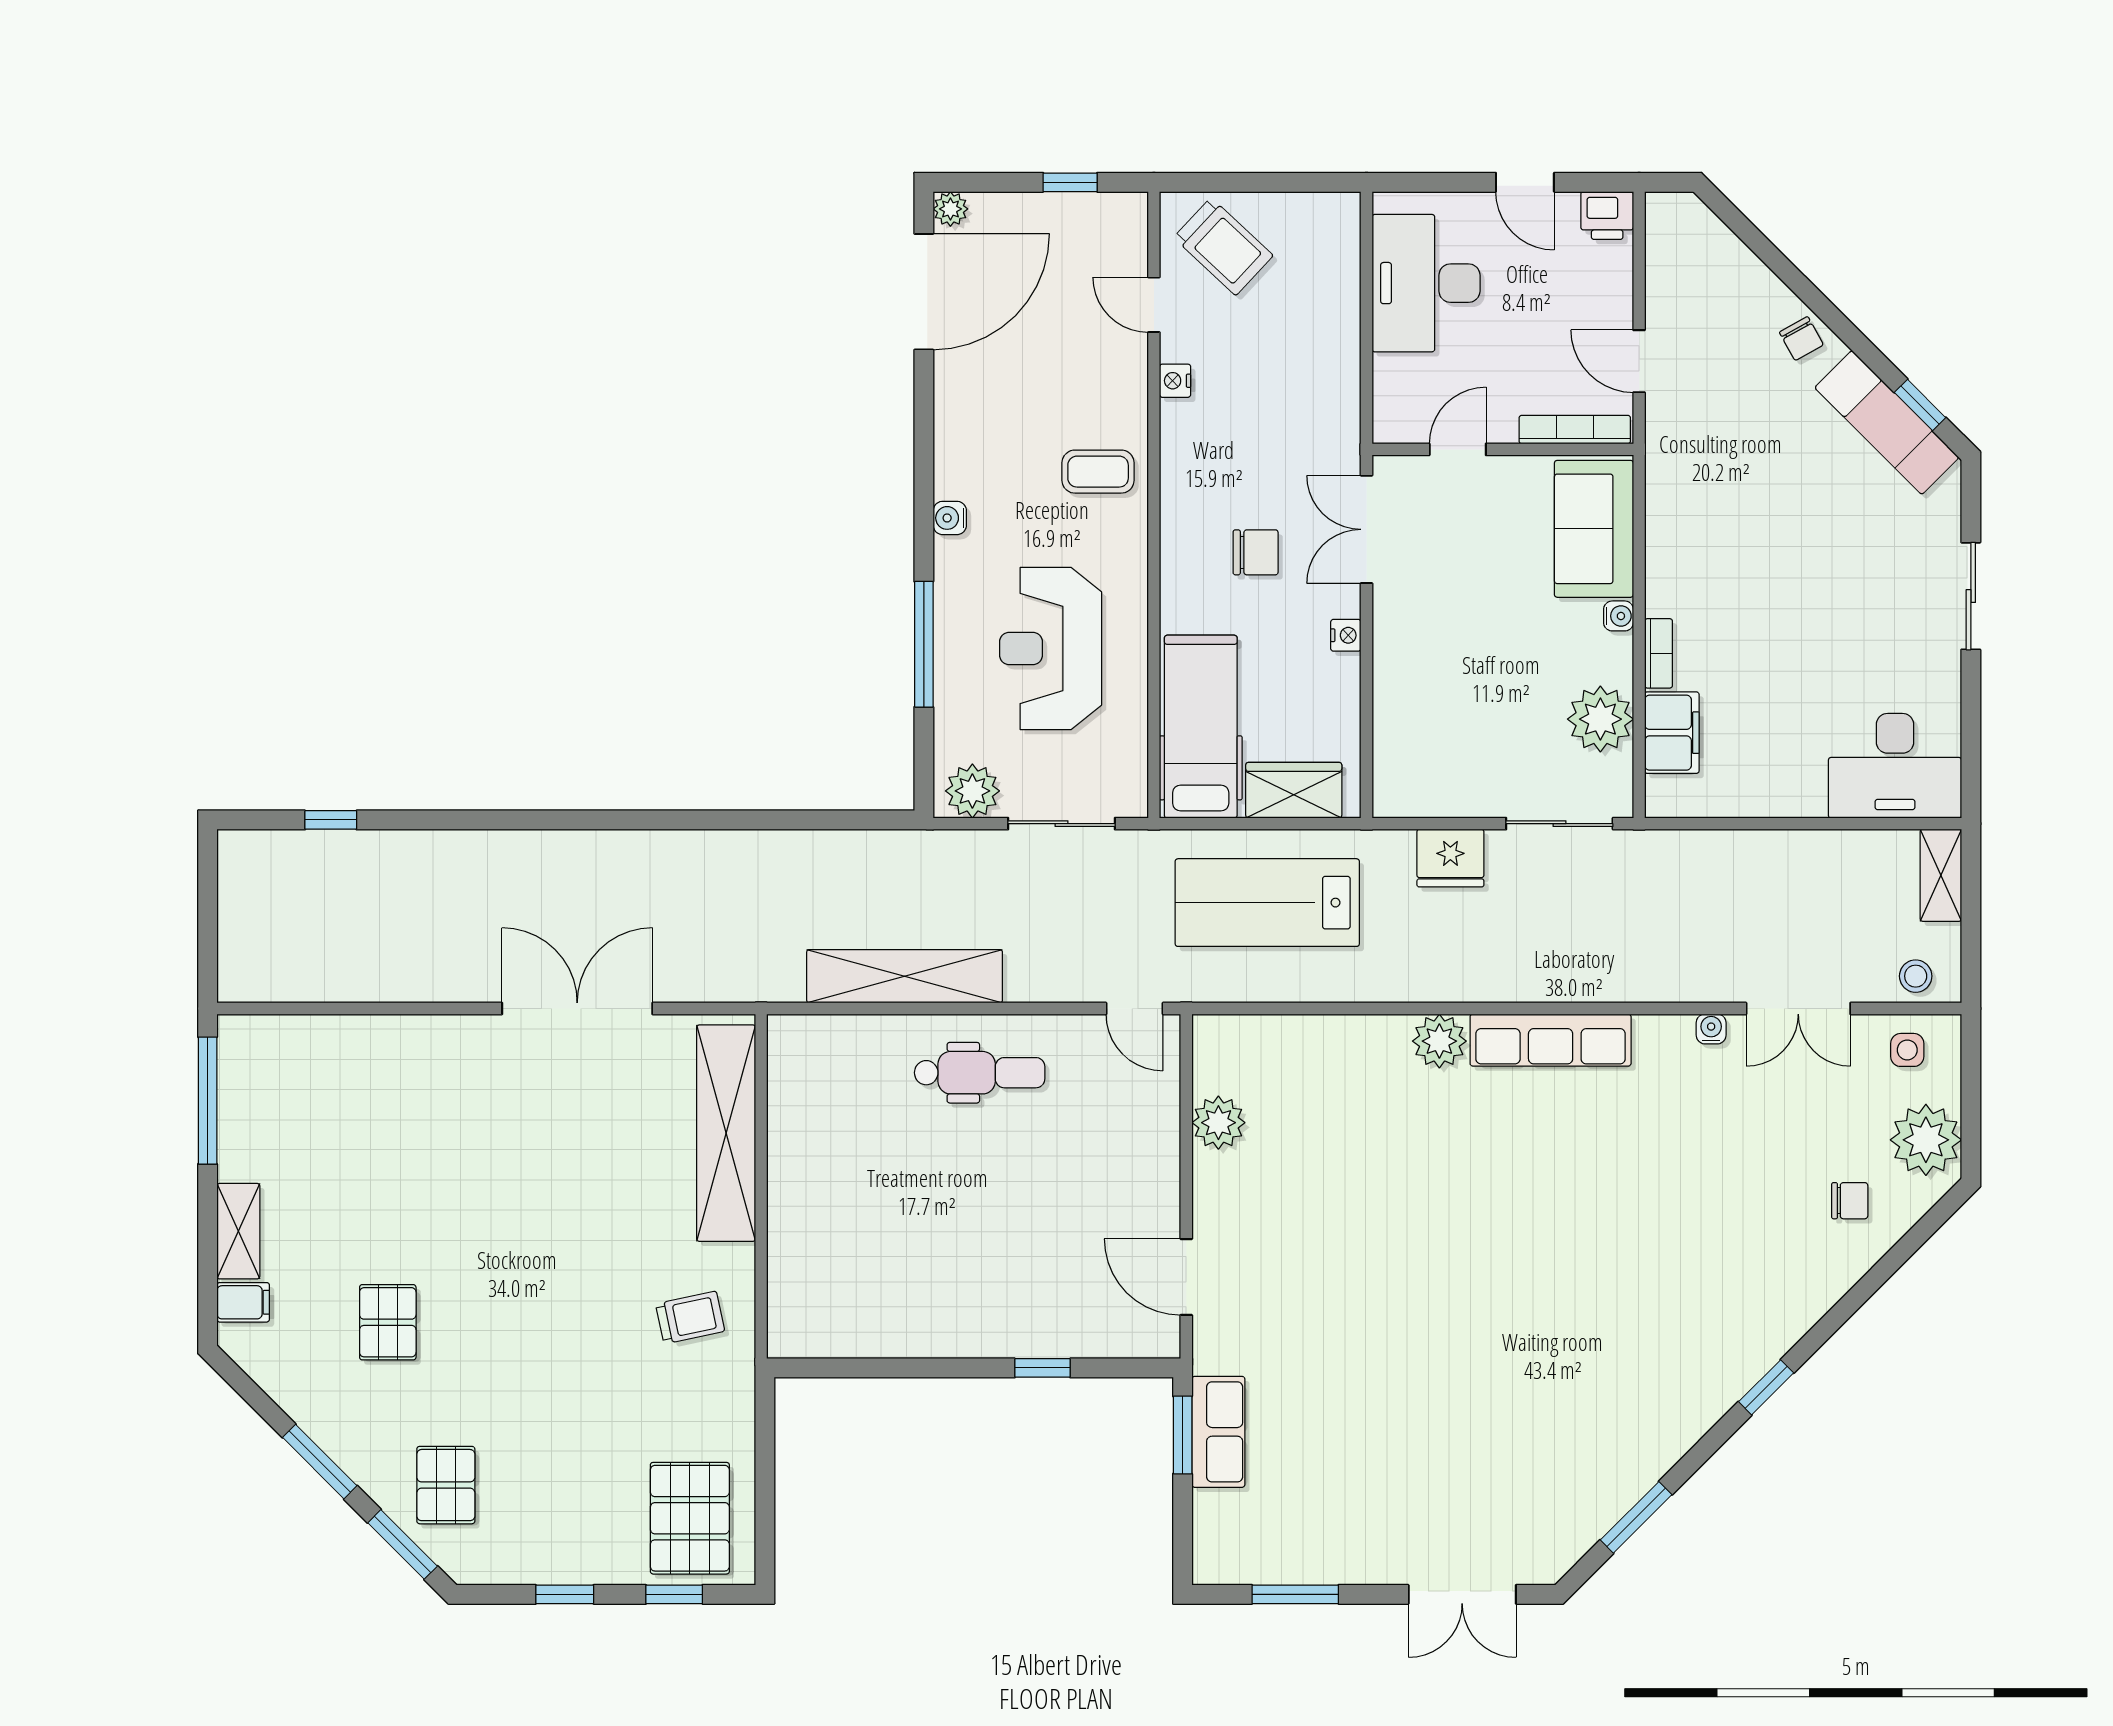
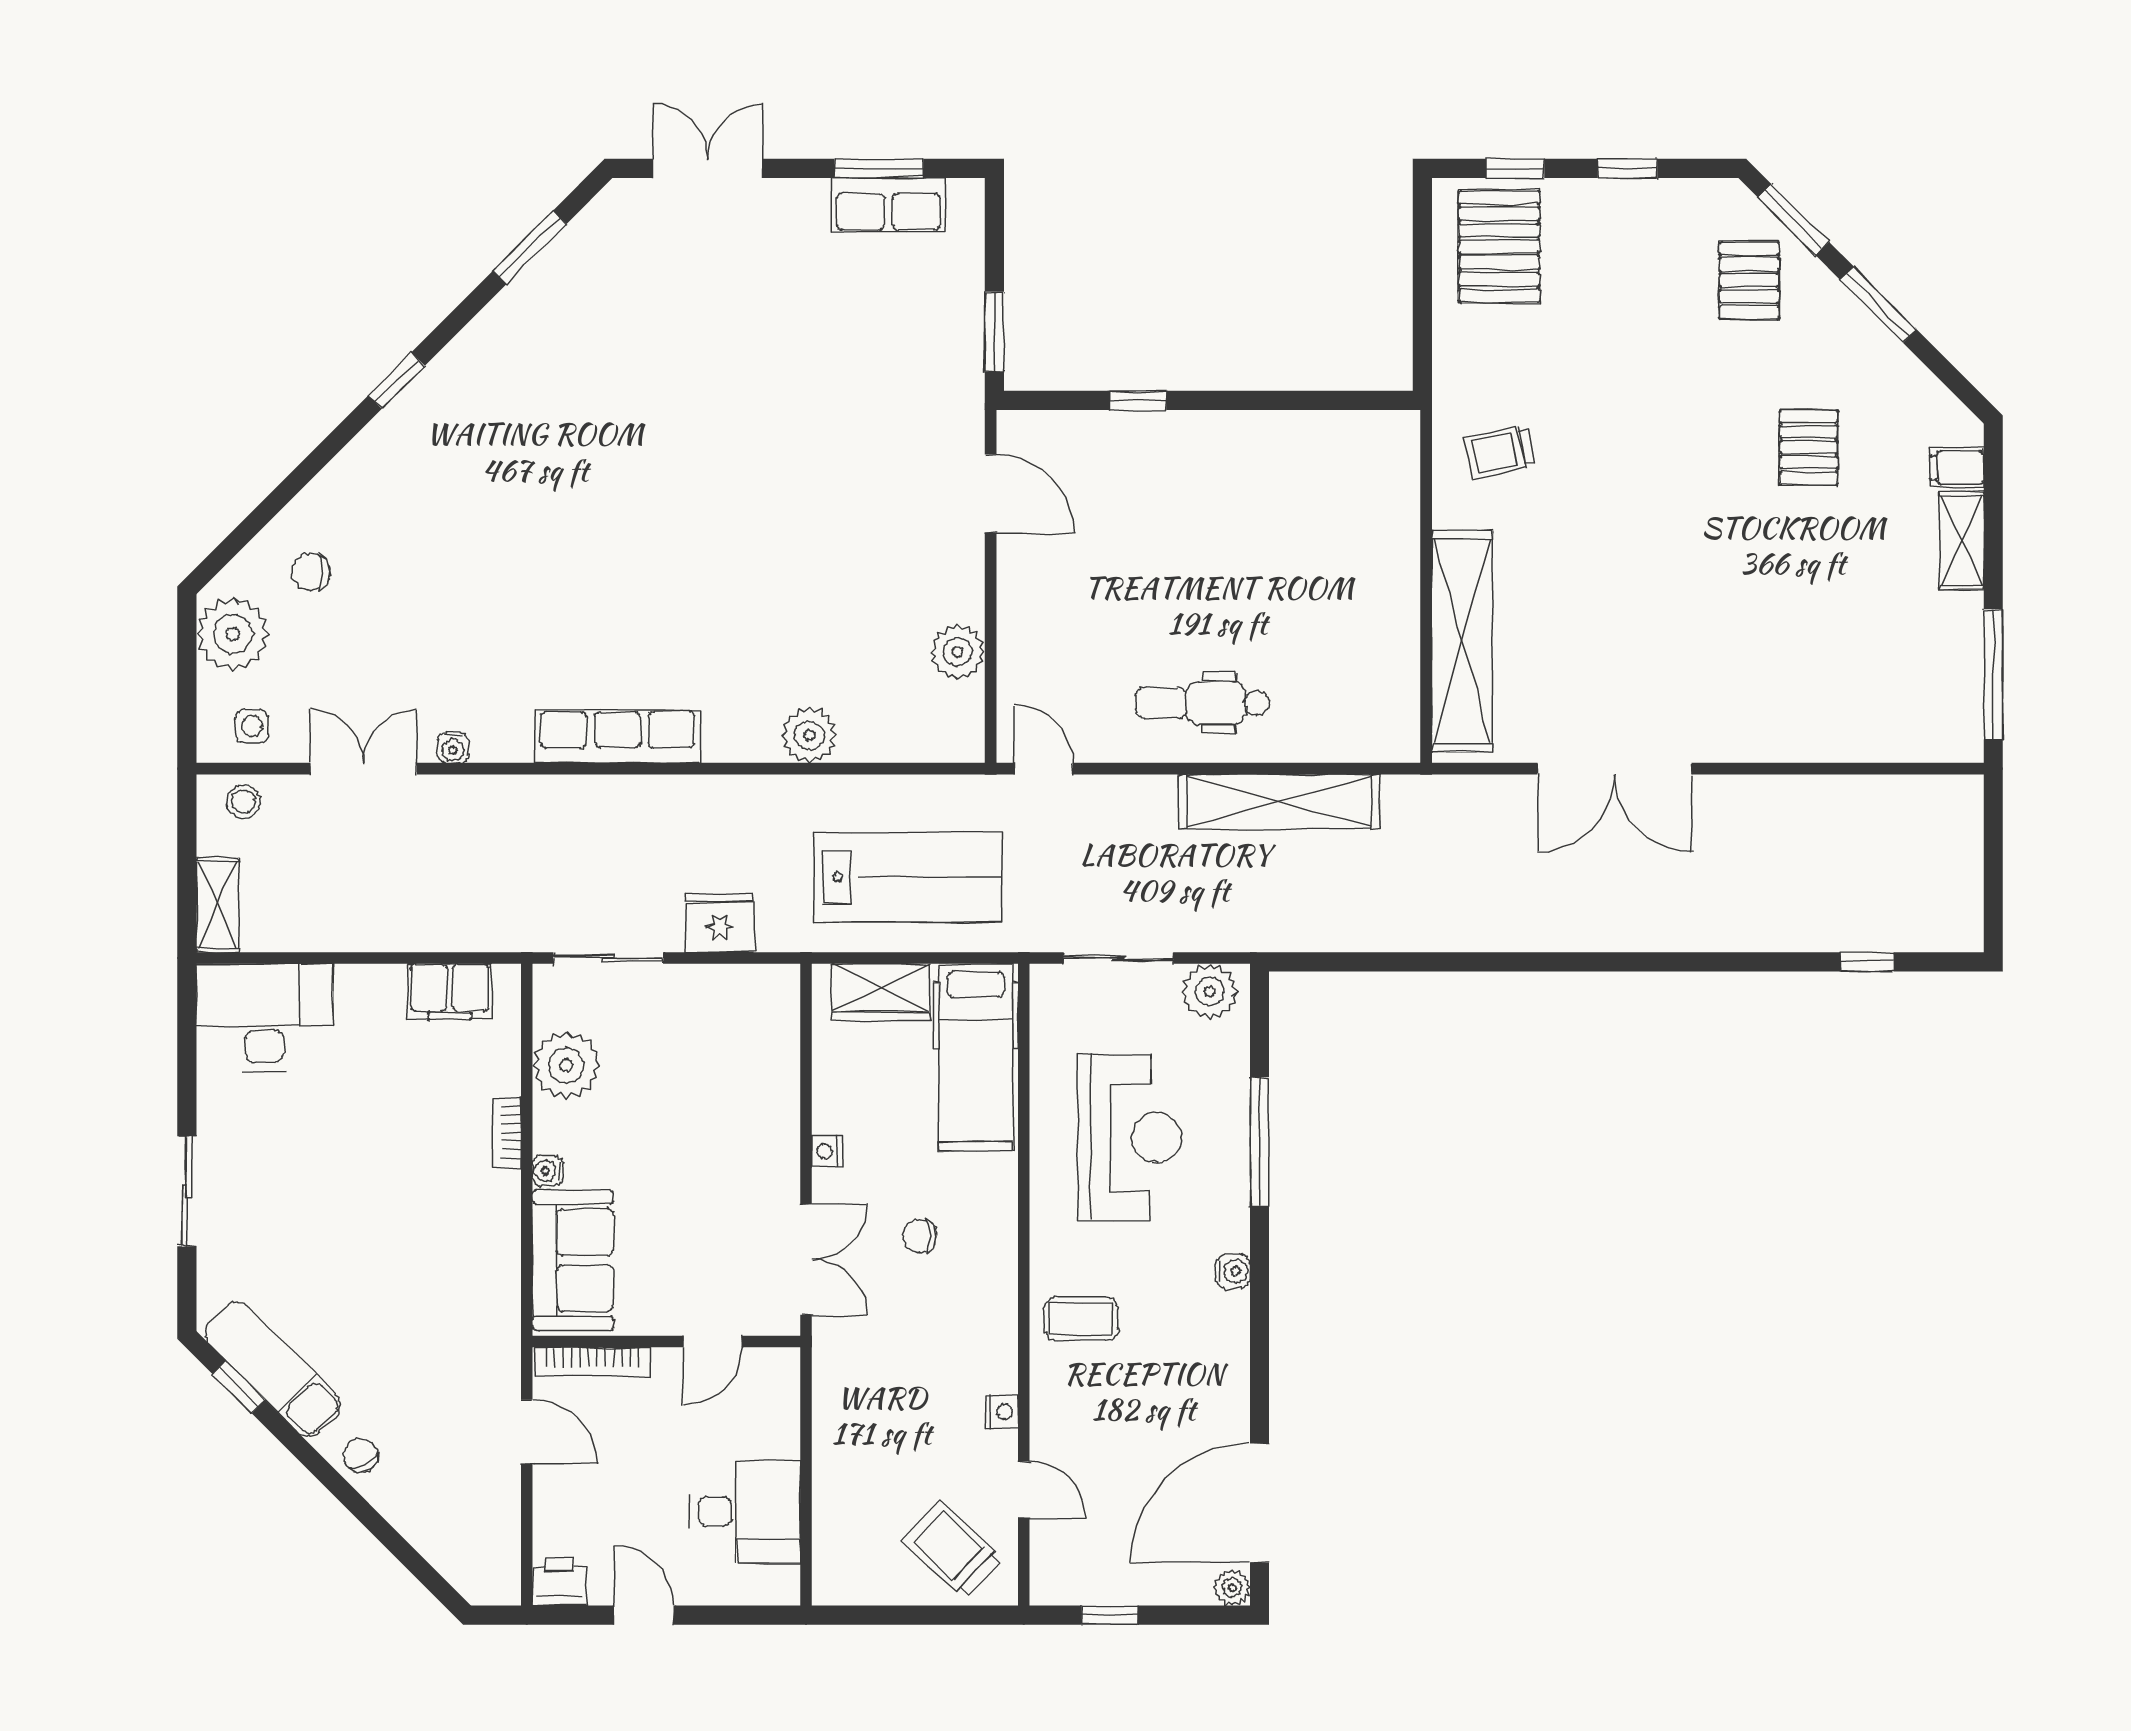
desk: (1426, 283) -> (745, 1512), width x0.73
chair: (1256, 552) -> (920, 1236), width x0.73, depth x0.73
filing cabinet: (1672, 733) -> (450, 992), moved, turned -90
plant: (1439, 1041) -> (809, 735), moved
row of seats: (1218, 1432) -> (888, 205), moved, turned -90

